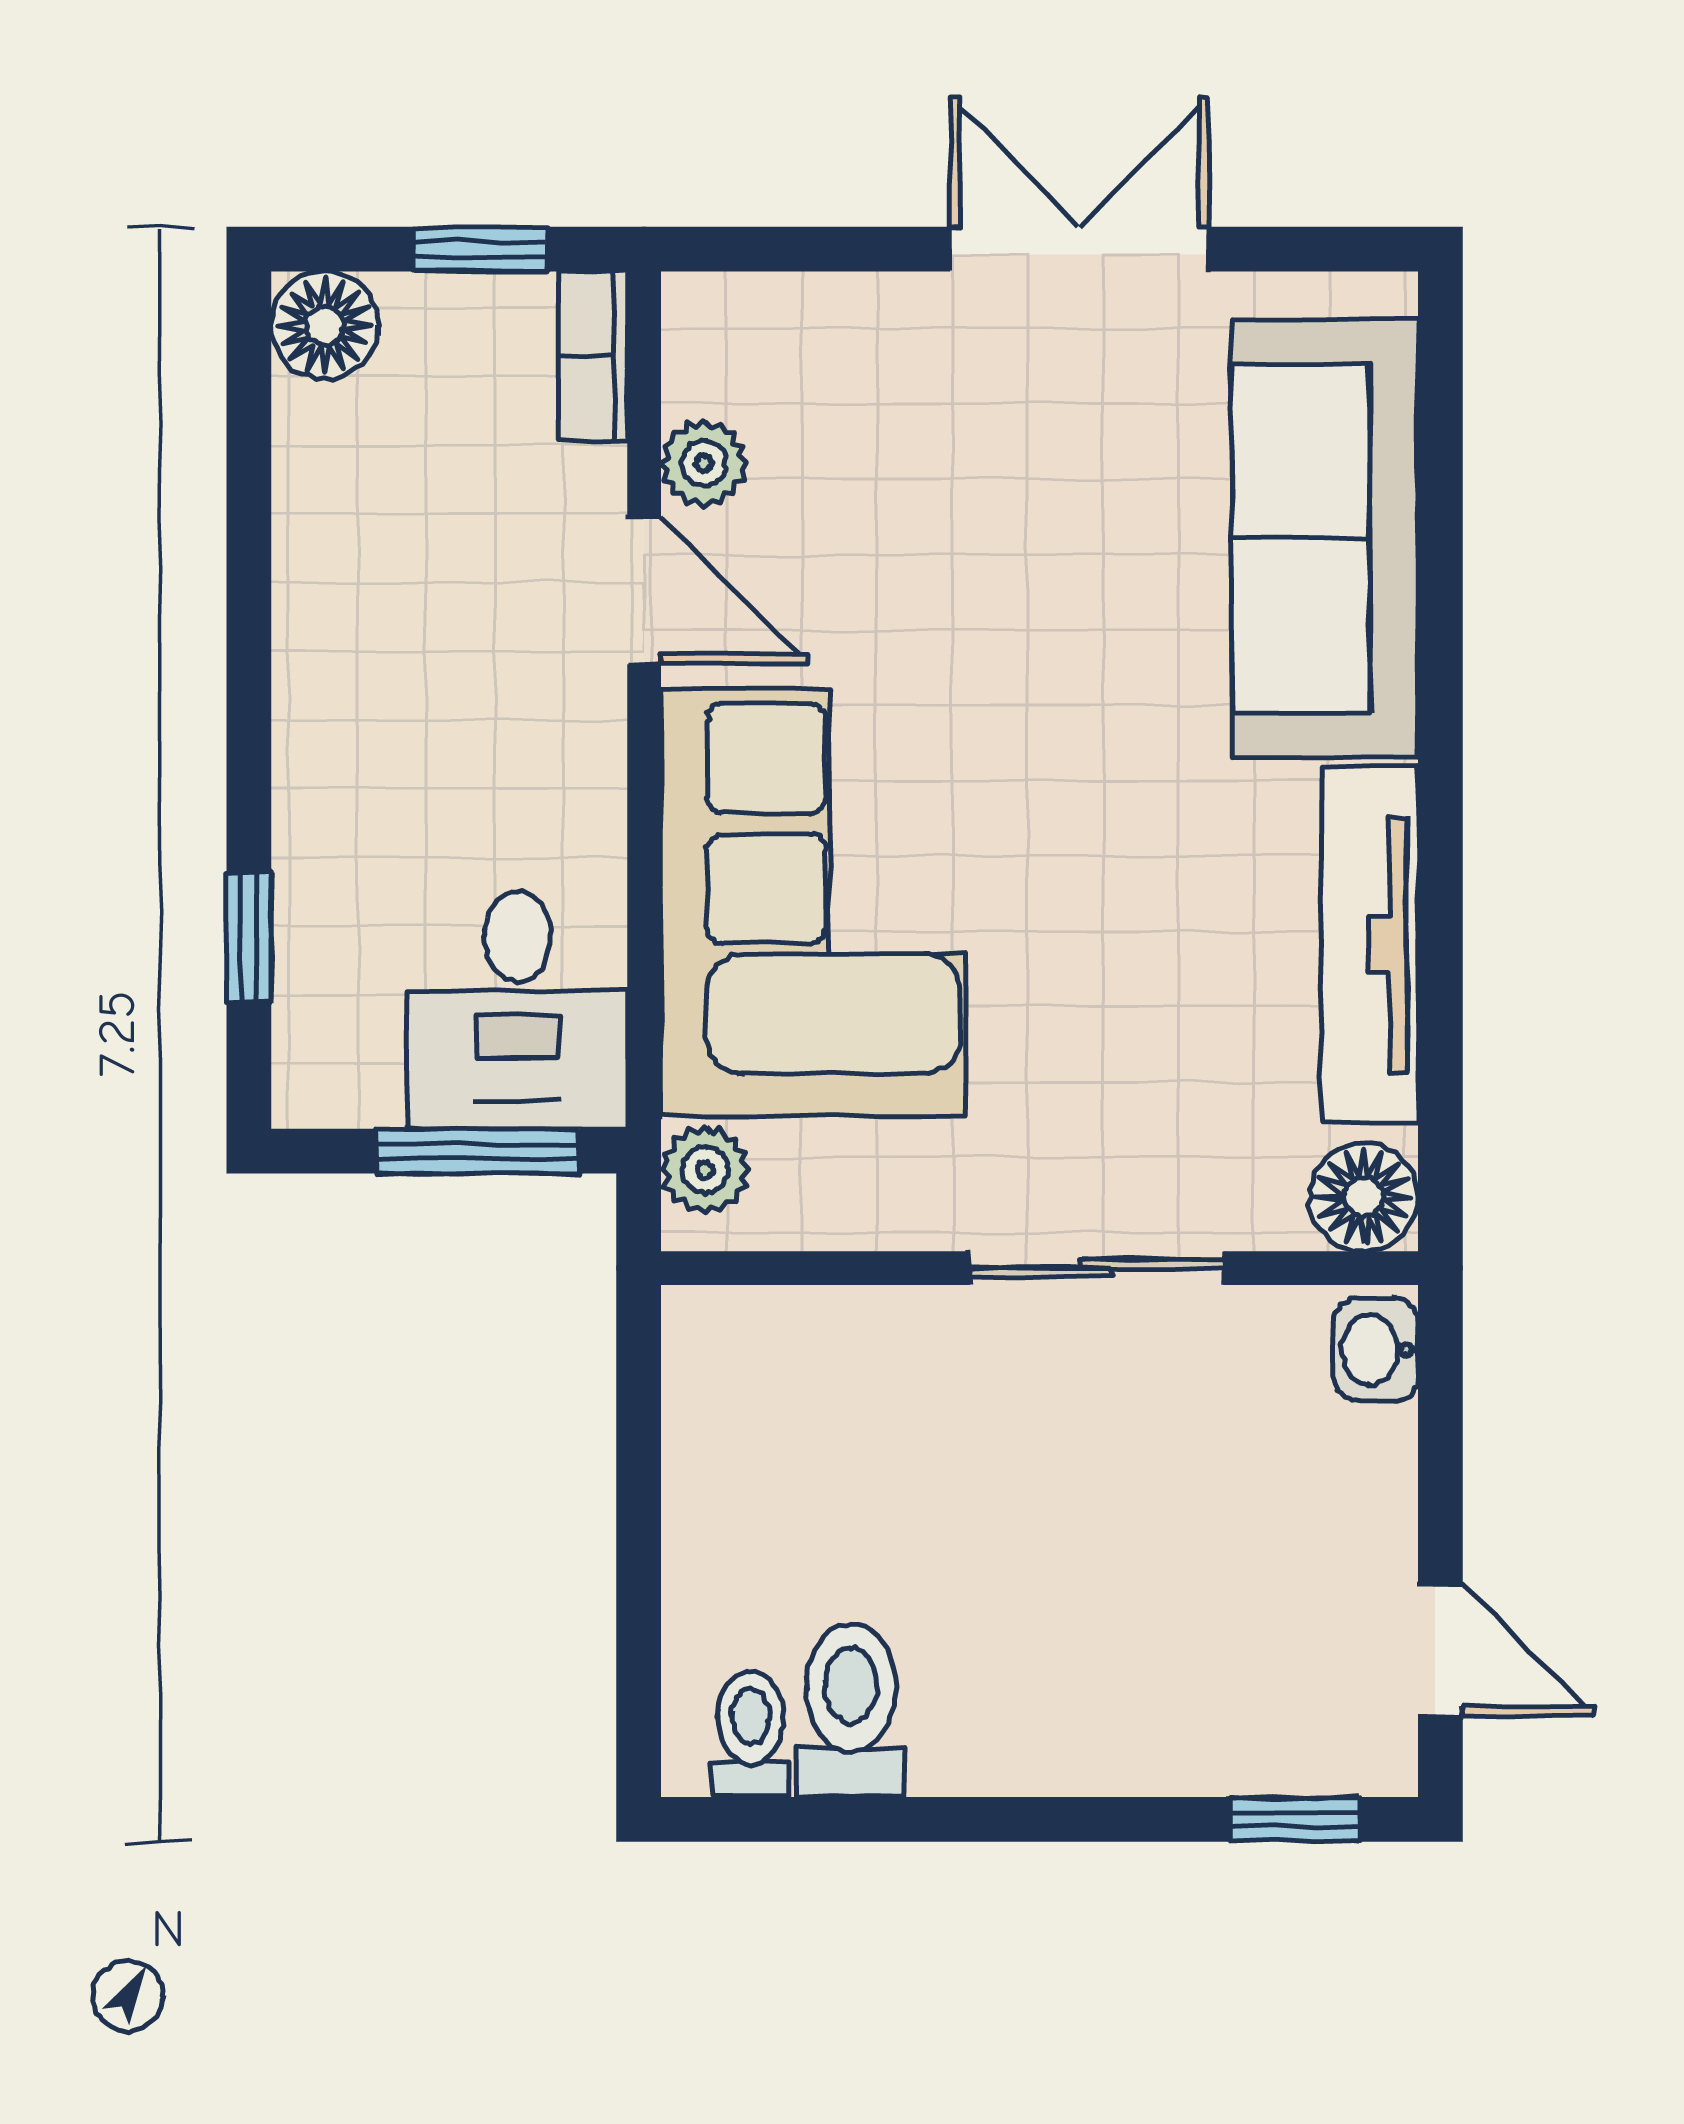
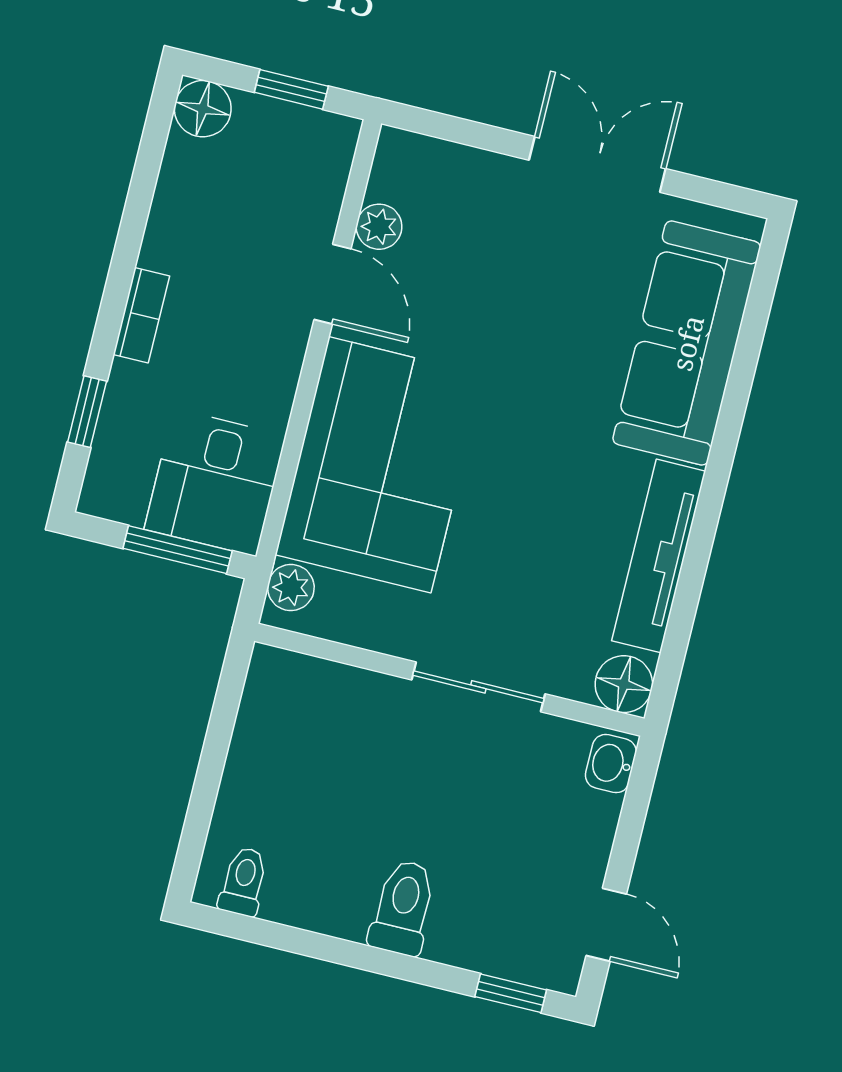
bookcase: (593, 357) -> (141, 315), moved, turned 180
toilet: (851, 1710) -> (403, 908), moved

